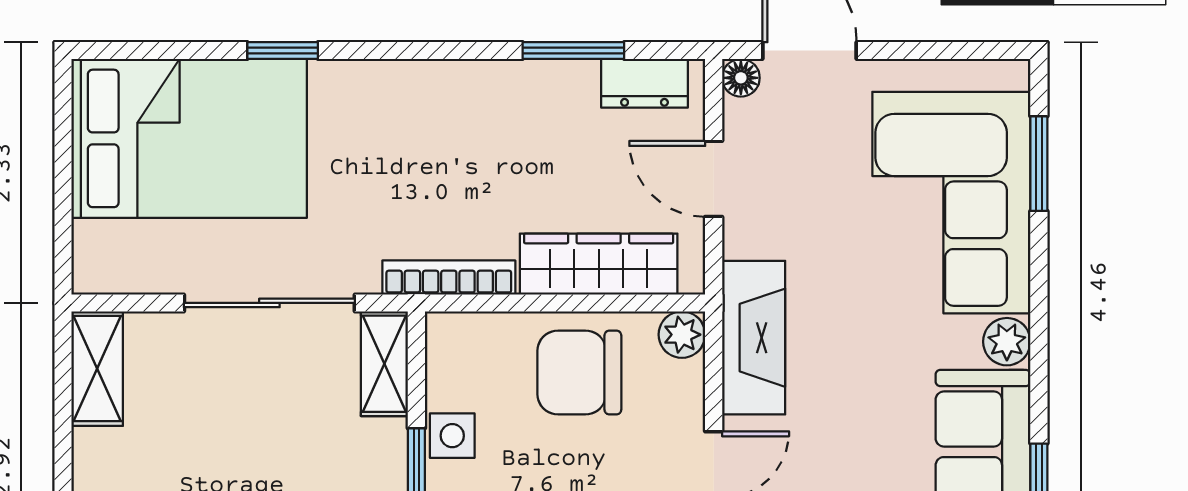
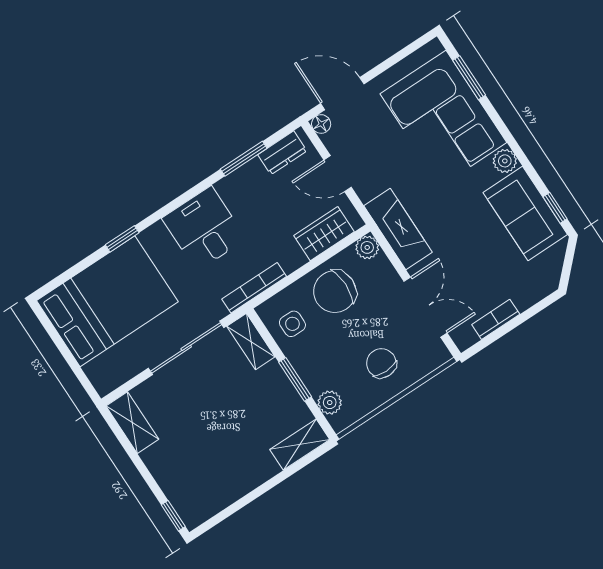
desk: (430, 124) -> (204, 229), added
wardrobe: (599, 264) -> (324, 234), width x0.67
side table: (452, 436) -> (292, 324), moved

